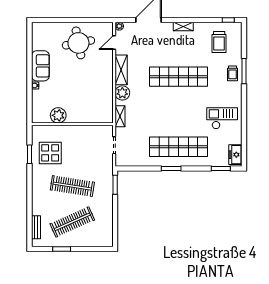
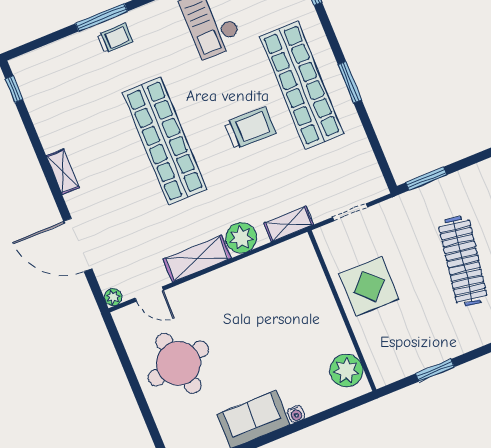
trolley: (219, 42) -> (250, 128), moved
plant: (58, 115) -> (346, 371), moved
display table: (50, 153) -> (369, 286), moved

